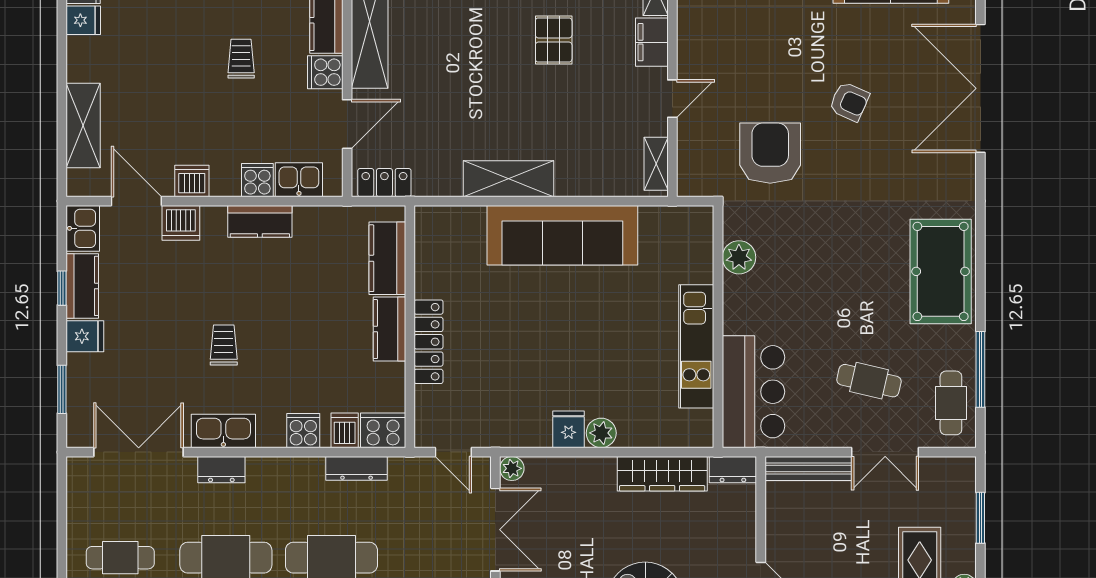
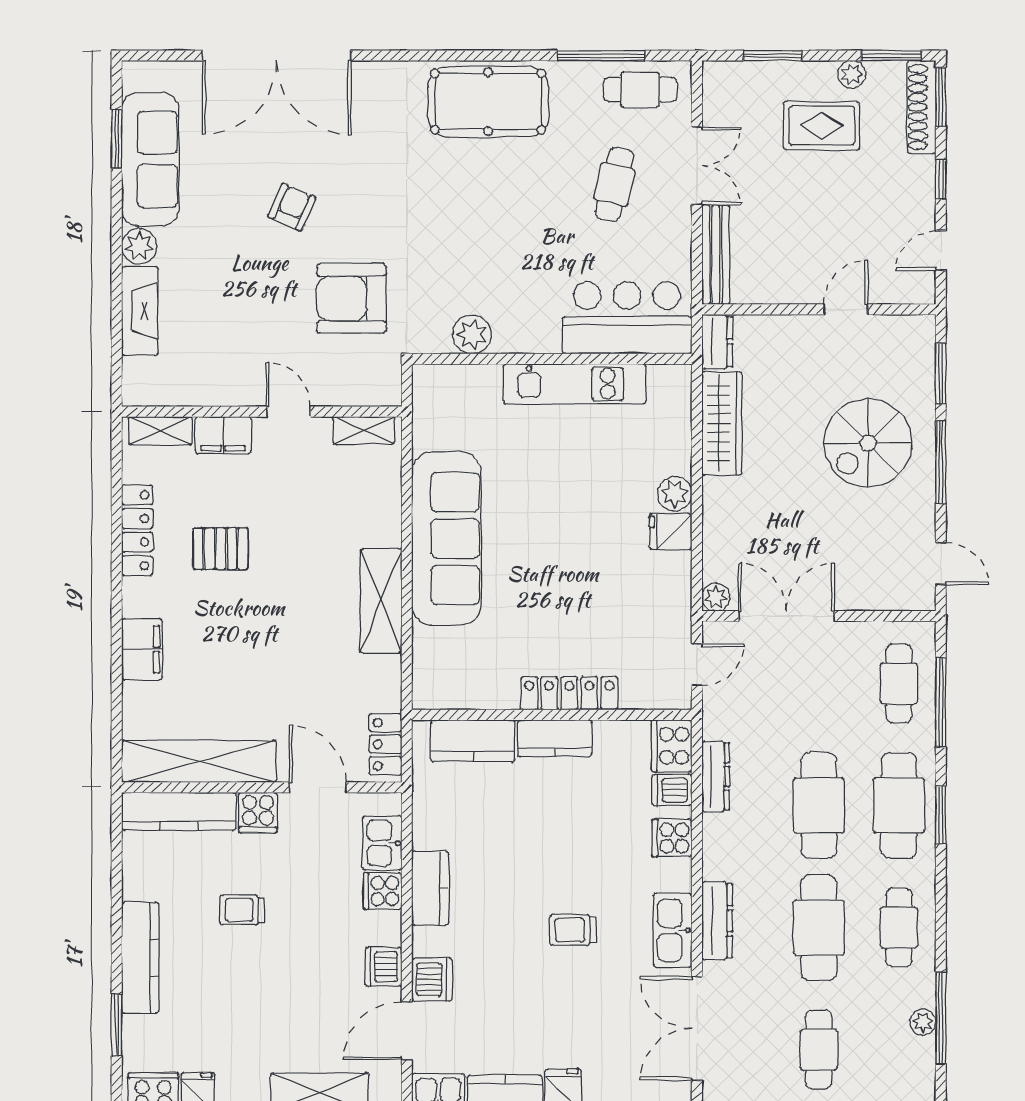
dresser: (221, 470) -> (717, 921), width x1.44

